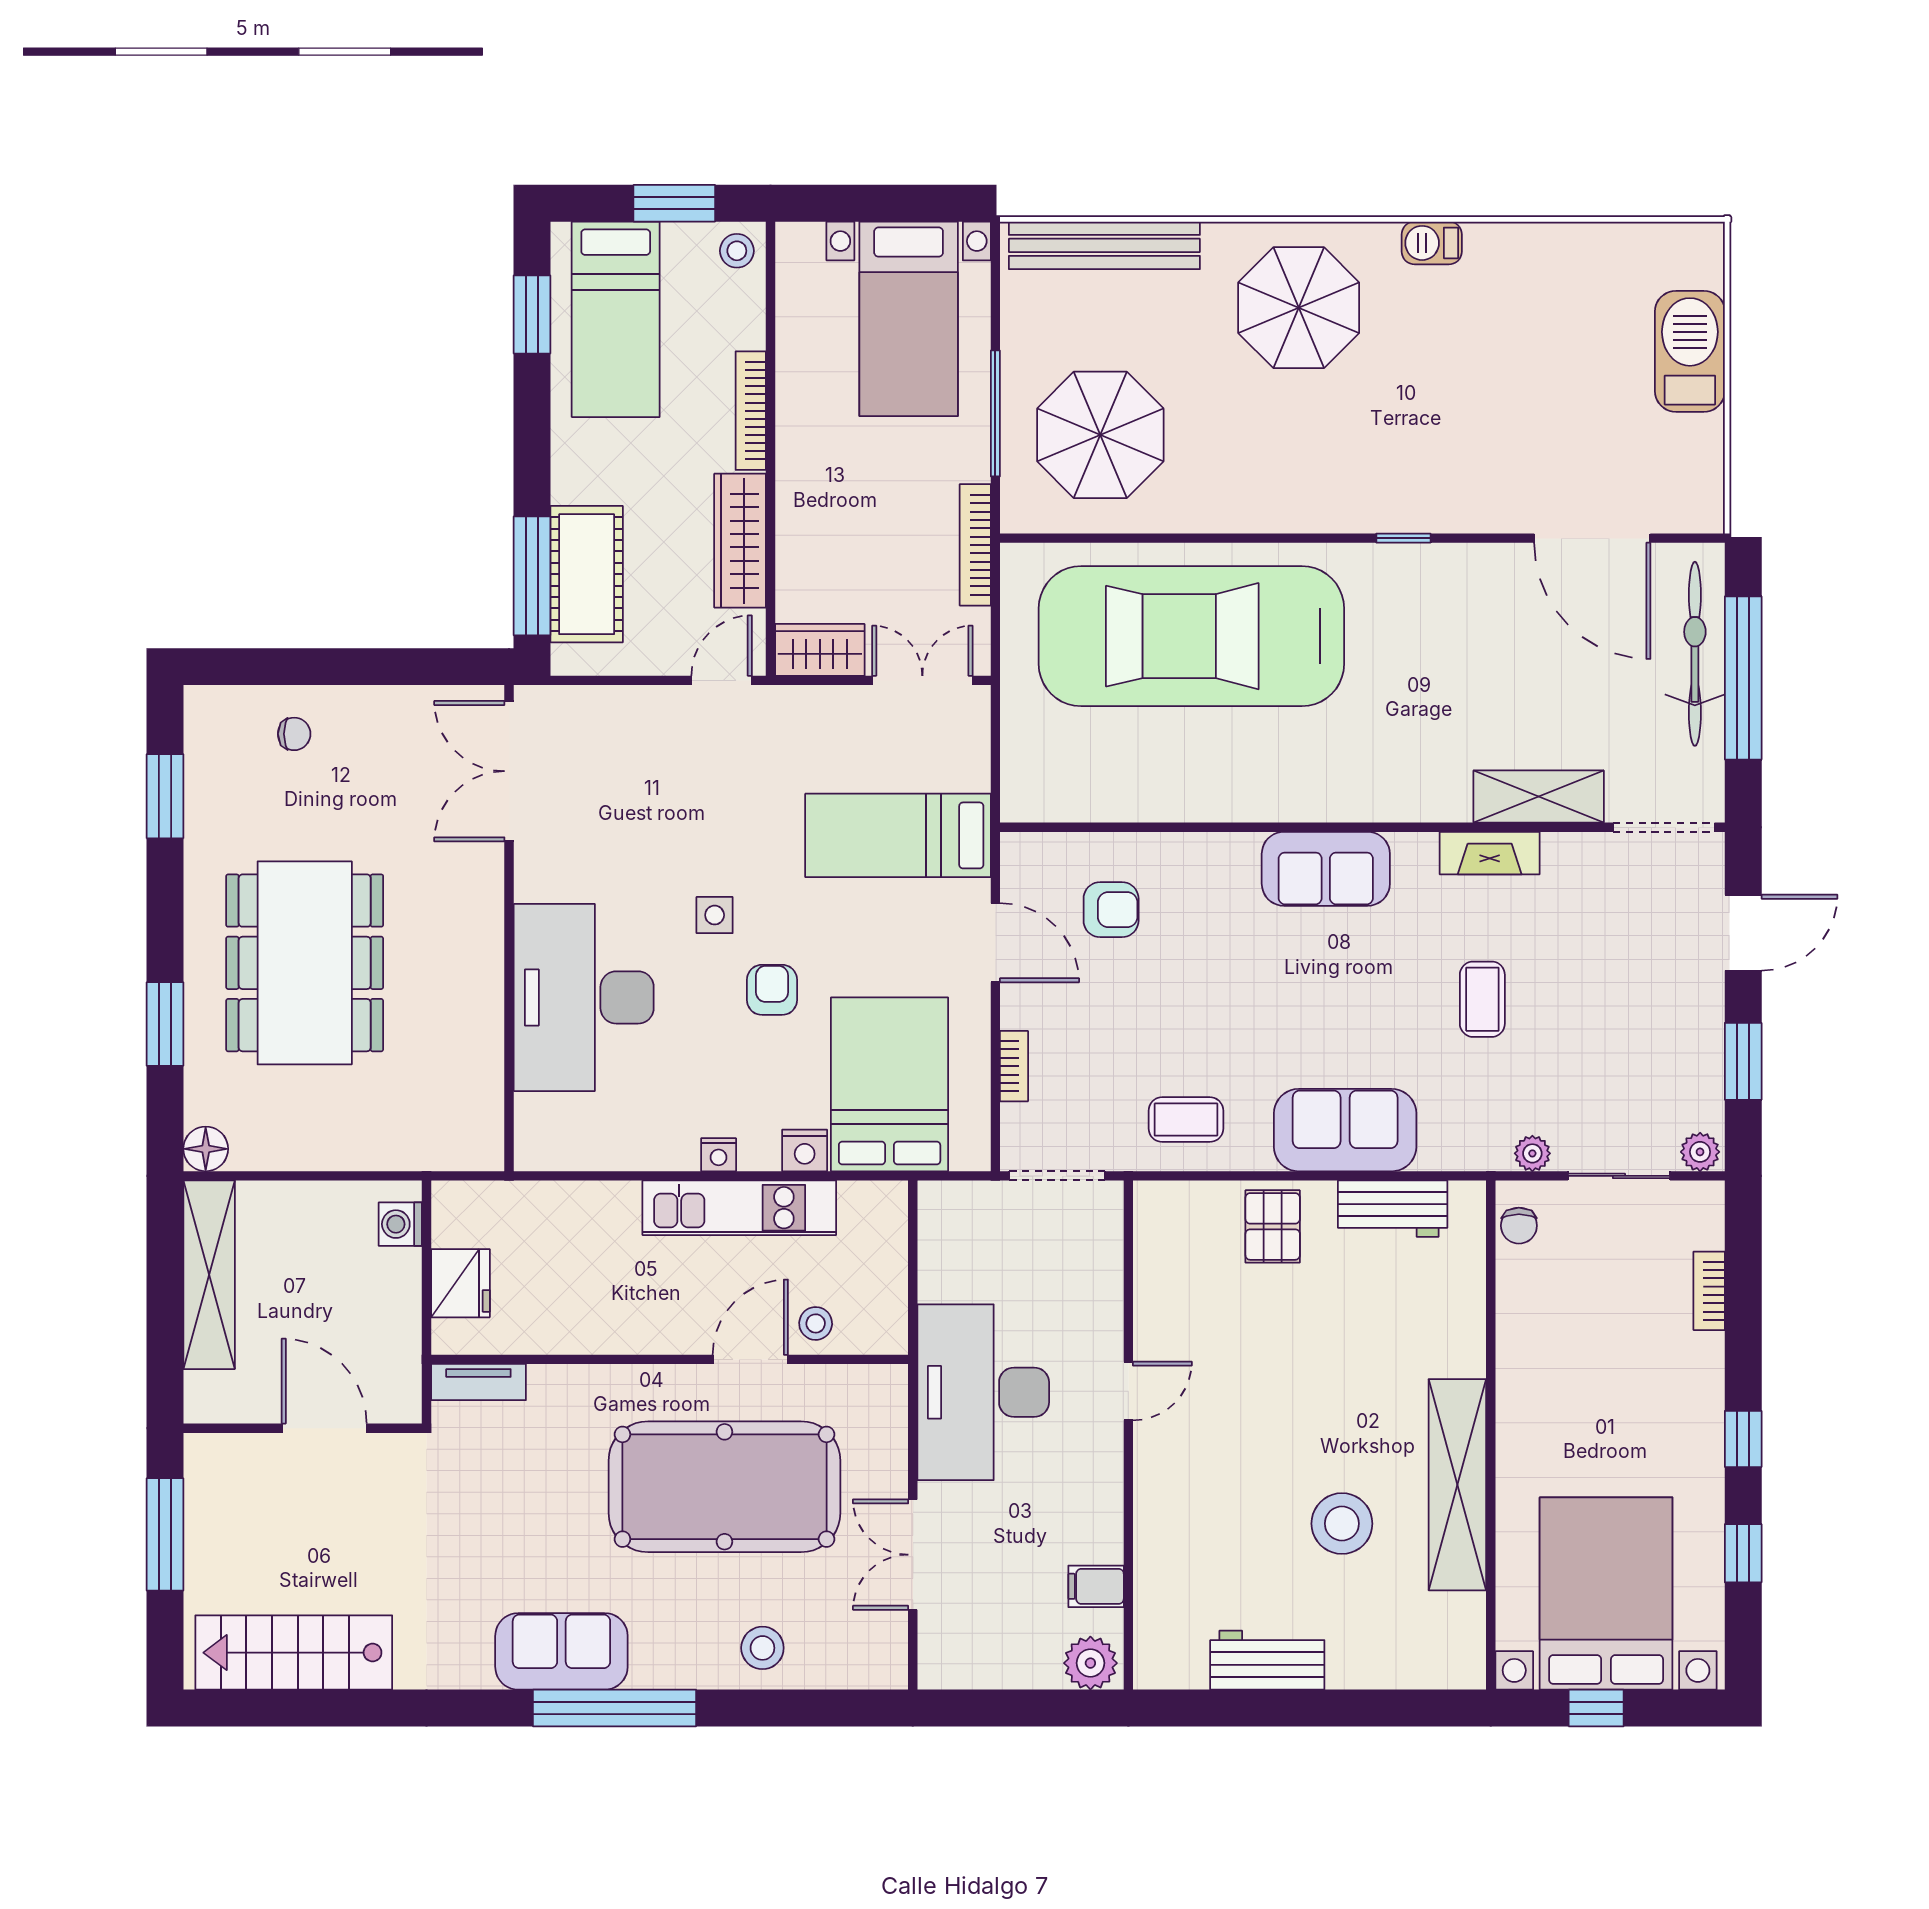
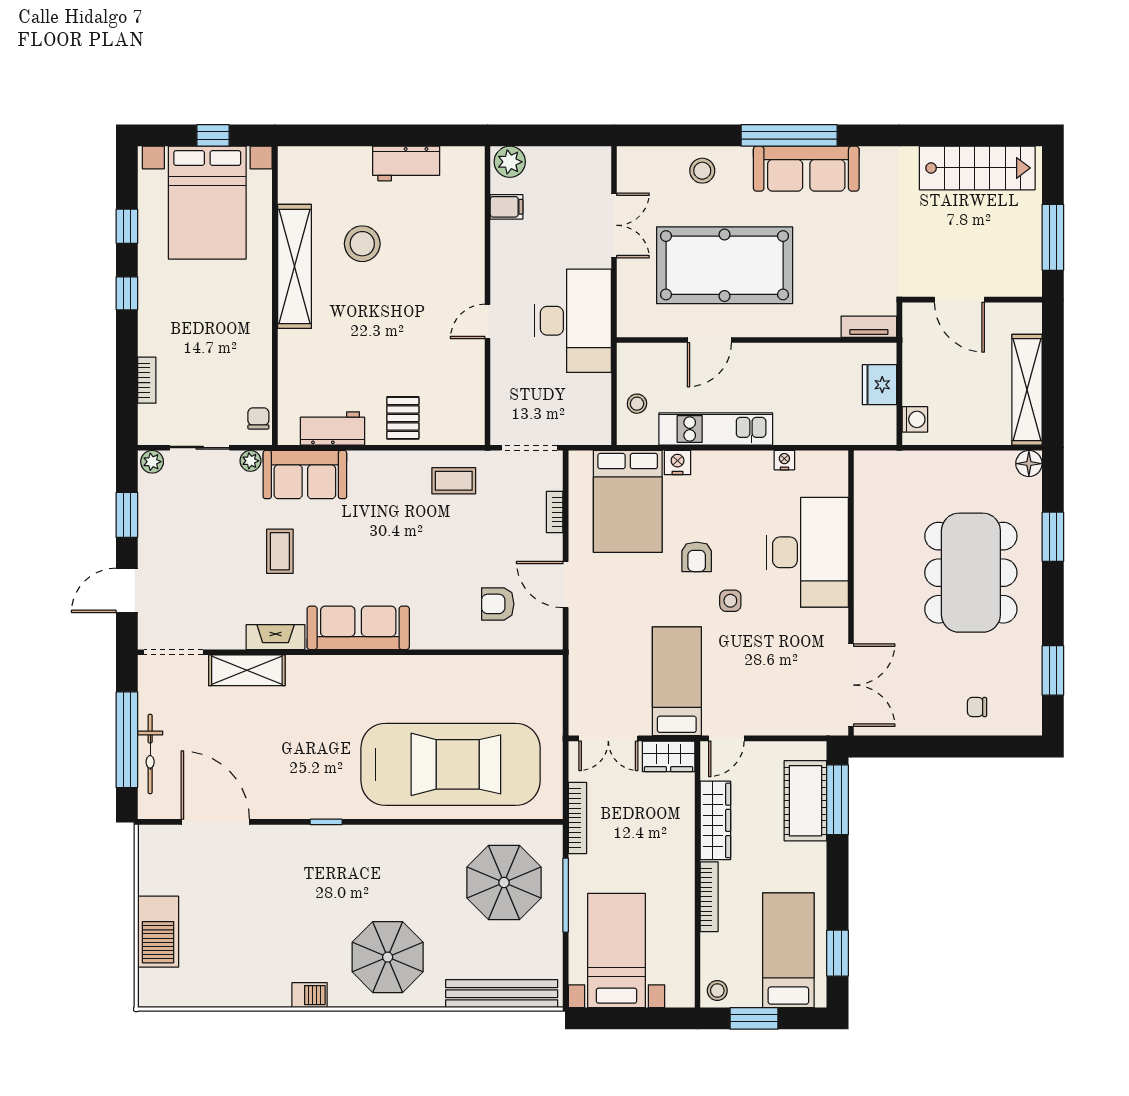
bicycle: (1695, 654) -> (150, 754), width x0.73, depth x0.71
bed: (898, 835) -> (677, 681), moved, turned -90
sofa: (1326, 869) -> (358, 628), width x1.36
sofa: (1345, 1130) -> (305, 475), moved
nightstand: (719, 1155) -> (784, 460), moved
stool: (816, 1323) -> (637, 404), moved
sofa: (561, 1651) -> (806, 169), width x1.36

